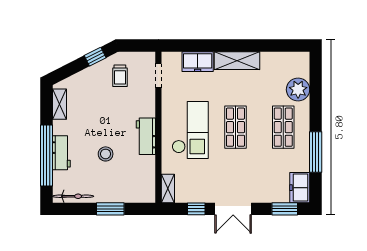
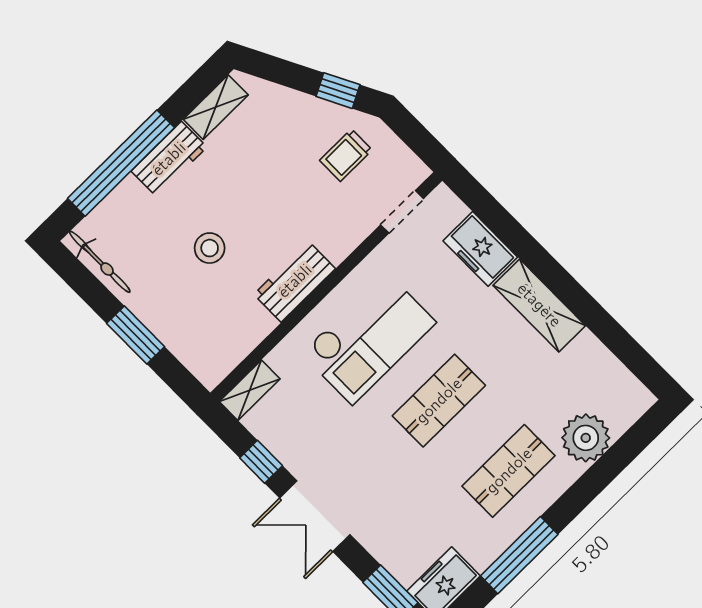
workbench: (61, 153) -> (169, 159), moved

